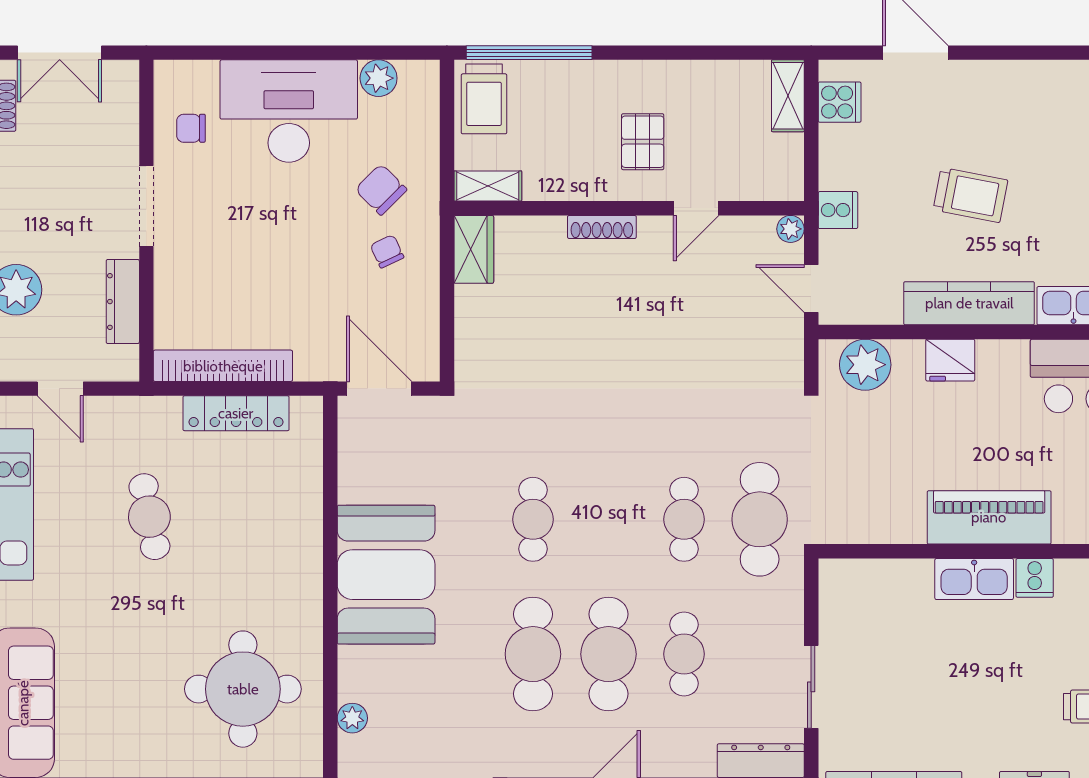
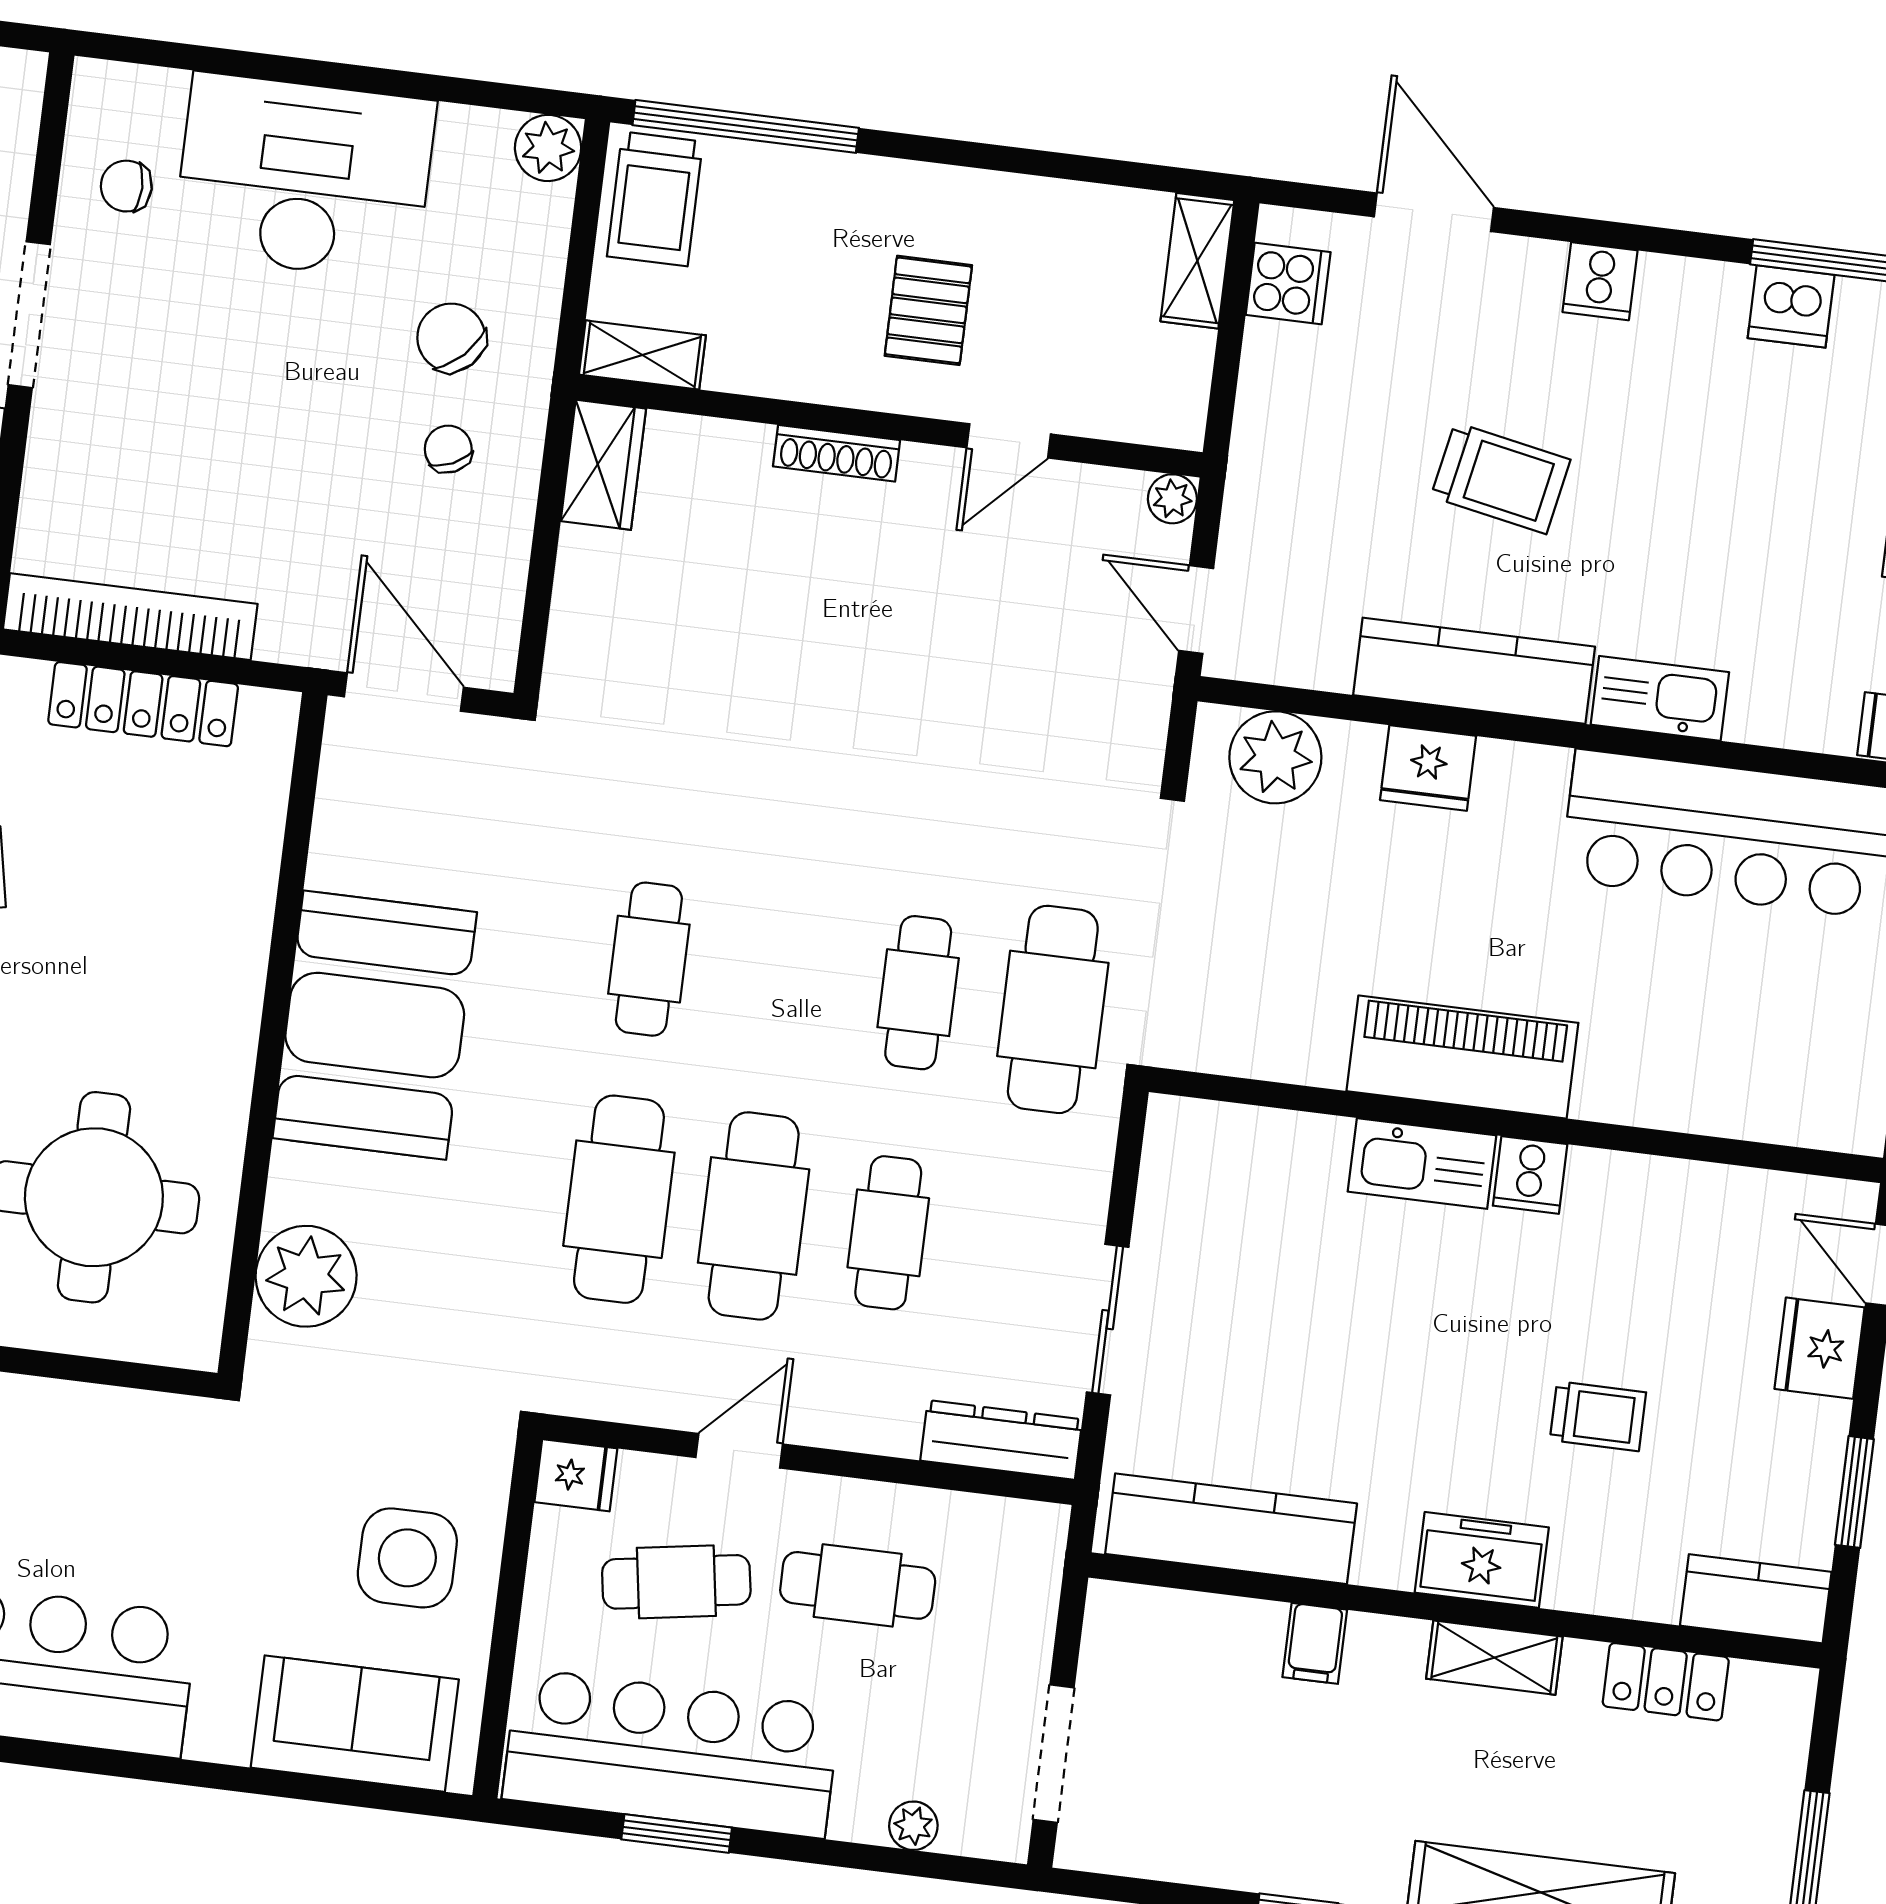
plant: (379, 78) -> (548, 148), moved
cooker: (838, 210) -> (1600, 281), moved, turned 90
plant: (352, 718) -> (306, 1276), width x1.87, depth x1.87

